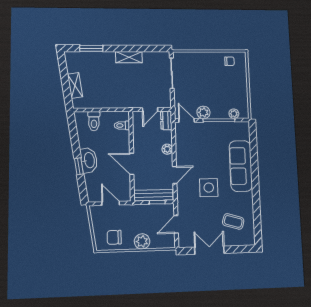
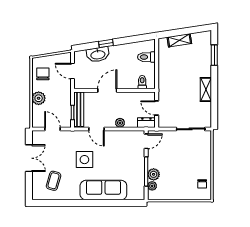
plant: (203, 112) -> (154, 174), moved
washbasin: (89, 160) -> (98, 54), moved
door: (111, 203) -> (72, 71), swing flipped

